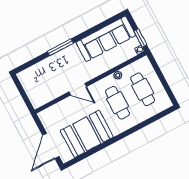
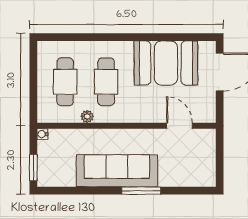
window: (140, 38) -> (33, 168), moved
sofa: (106, 39) -> (117, 171), moved
door: (78, 89) -> (179, 126), moved

